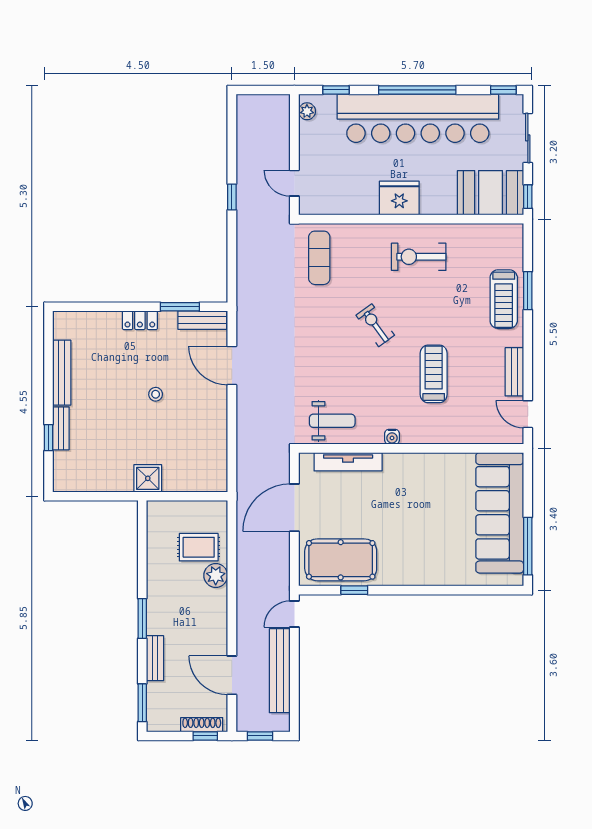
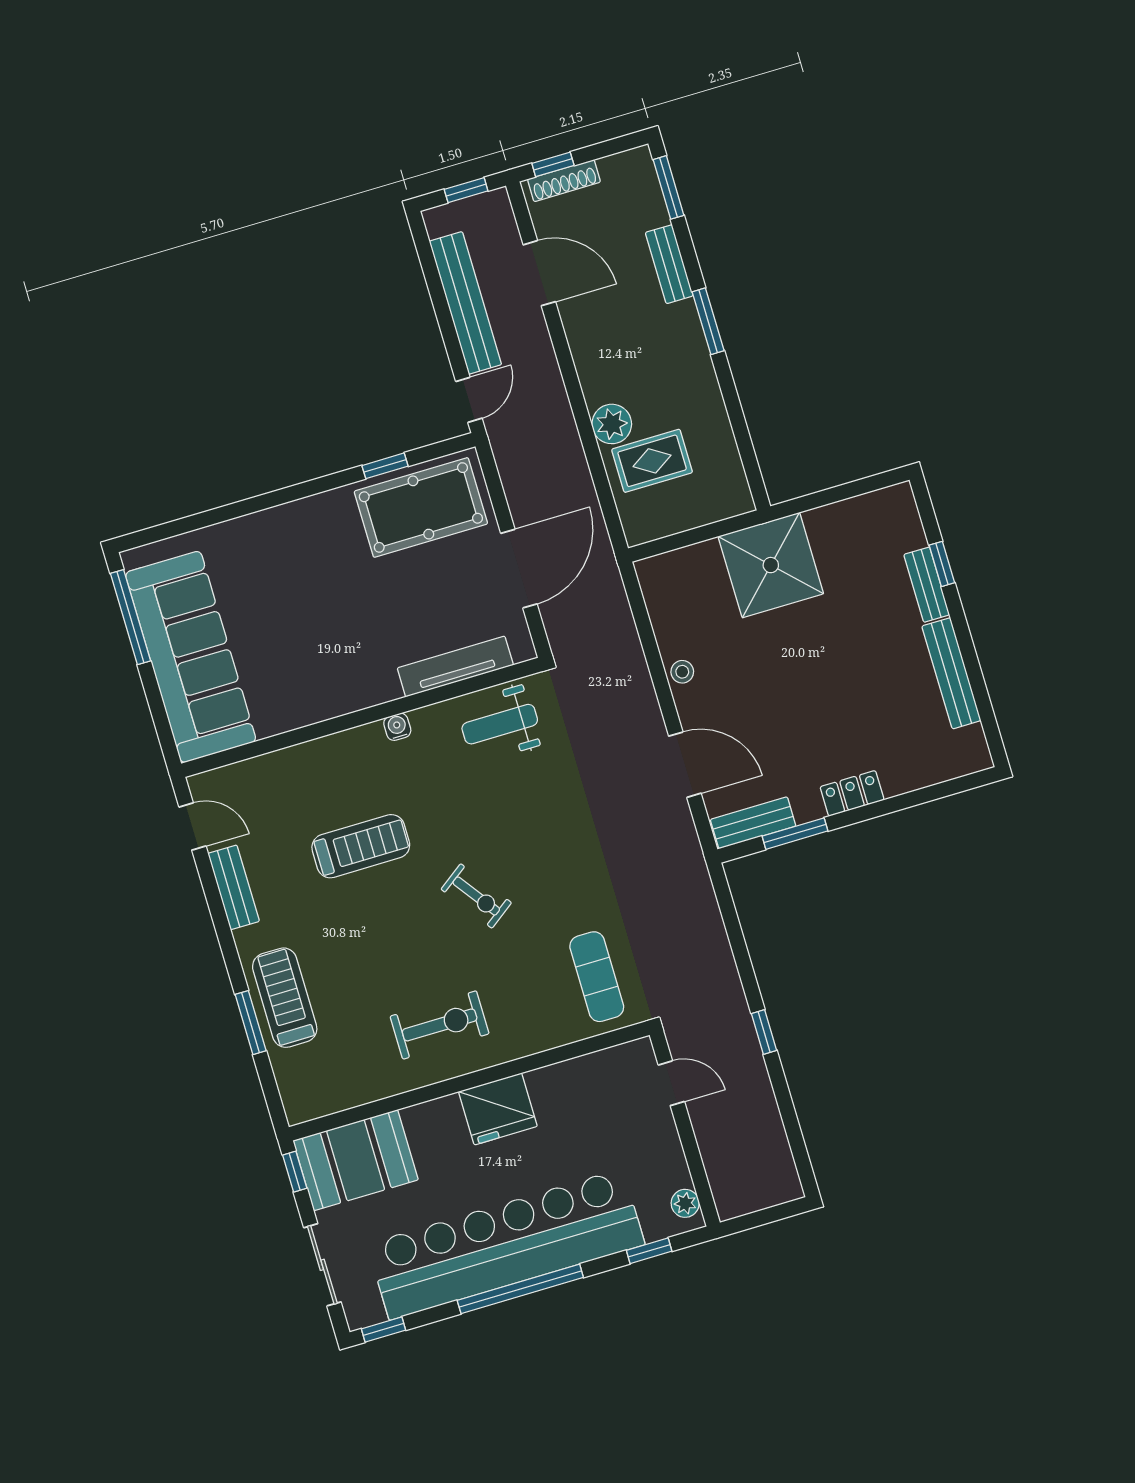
treadmill: (434, 374) -> (361, 846), turned -90
stool: (156, 394) -> (682, 672), moved
shower: (148, 478) -> (771, 565), width x1.86, depth x1.86

